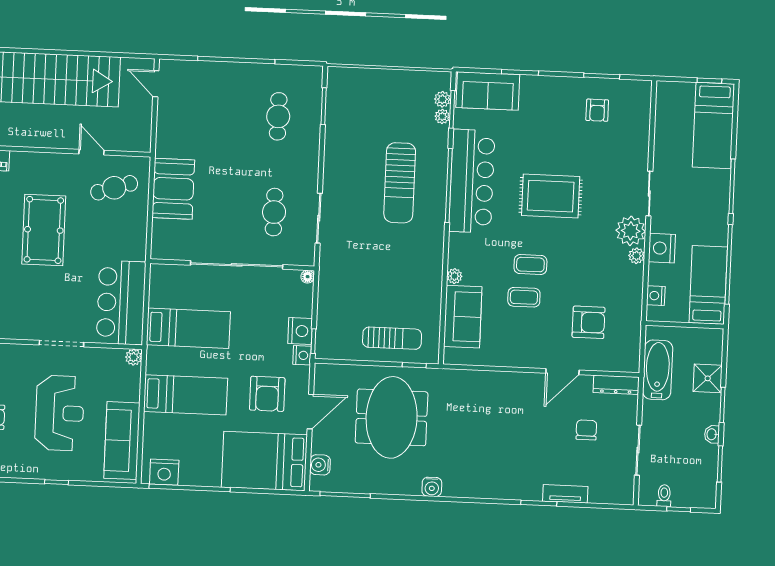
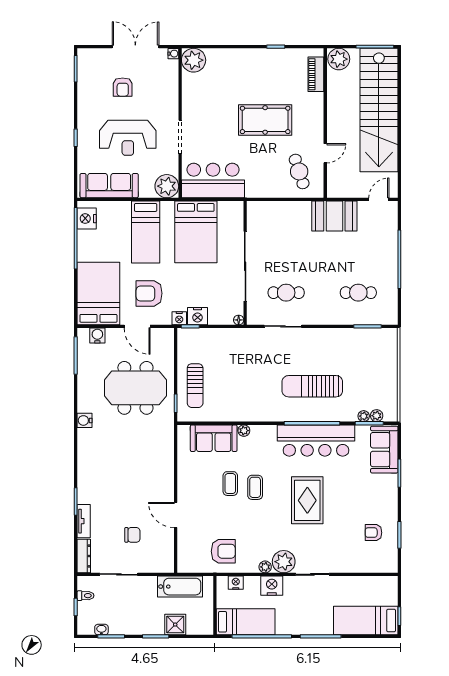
booth: (173, 189) -> (334, 216), moved
armchair: (589, 322) -> (223, 551), moved, turned -90
bed: (188, 328) -> (196, 232), width x1.50
plant: (134, 357) -> (167, 186), width x1.88, depth x1.88
dresser: (616, 385) -> (84, 556), moved, turned 180
washbasin: (712, 434) -> (101, 630), moved

